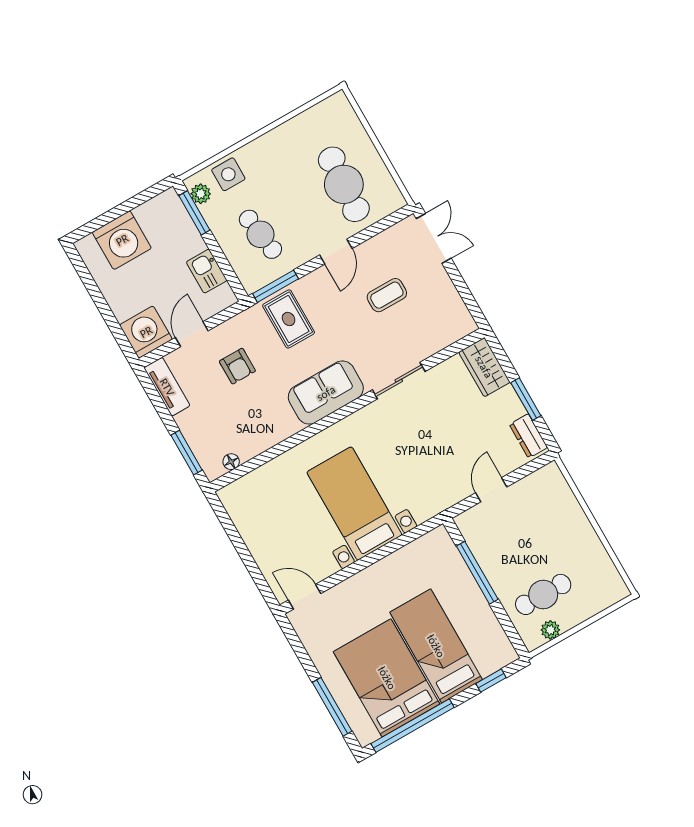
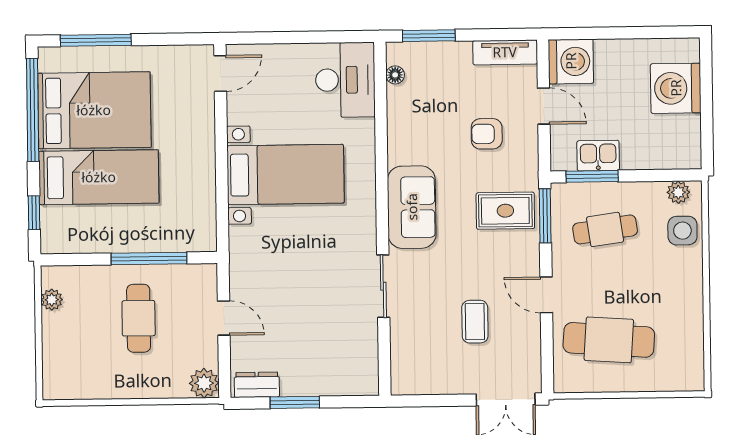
window: (194, 213) -> (592, 176), moved
wardrobe: (484, 367) -> (349, 379), removed
plant: (550, 477) -> (204, 383), added
desk: (256, 498) -> (345, 80), added
cafe table: (543, 594) -> (139, 318), moved

